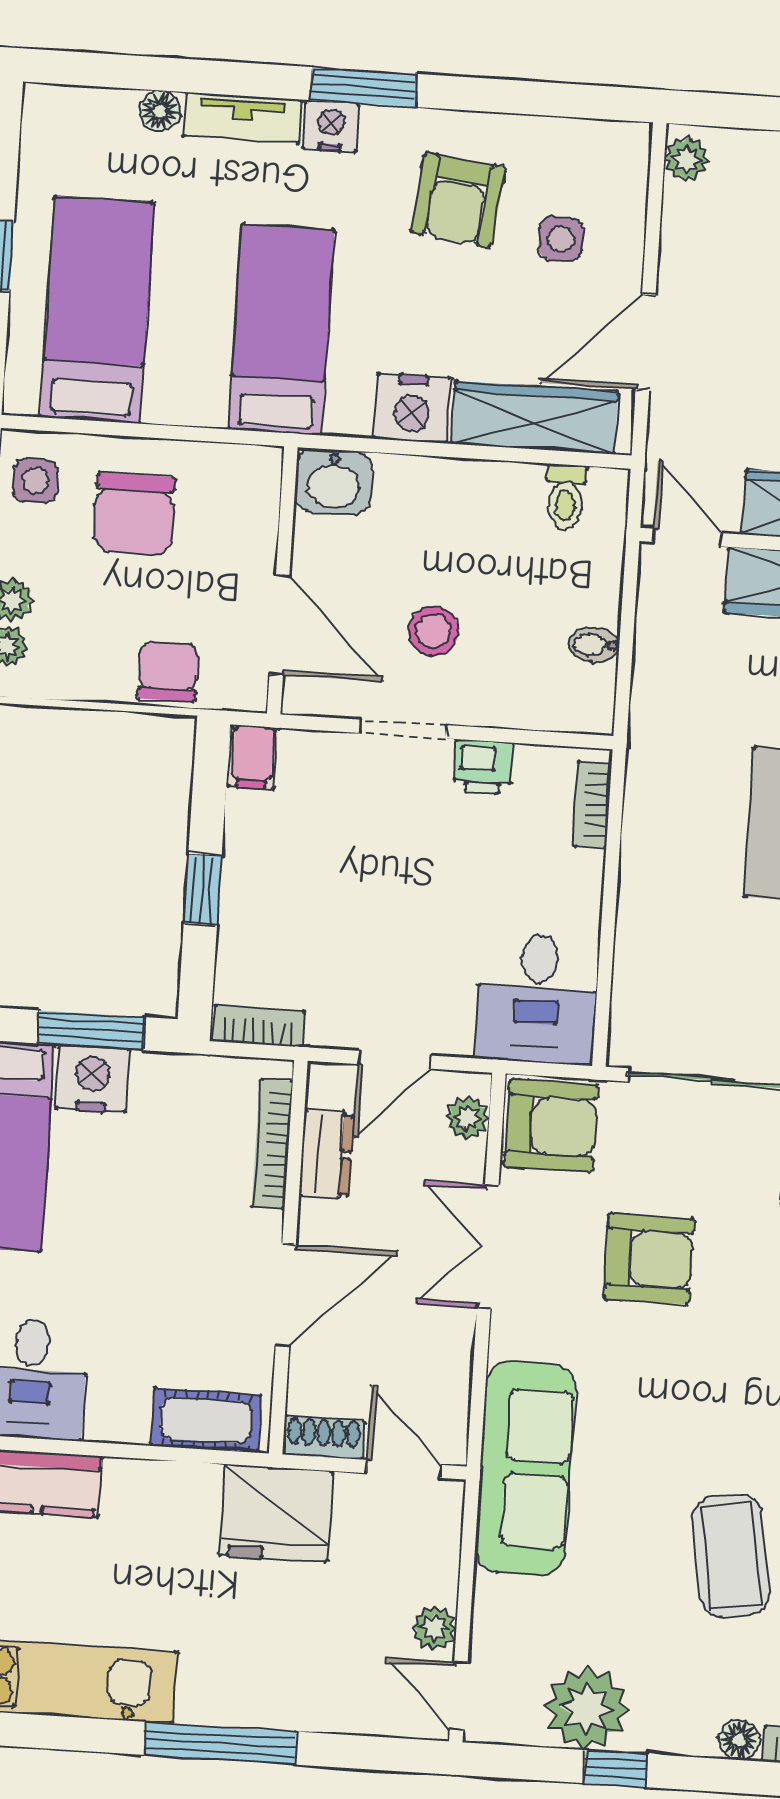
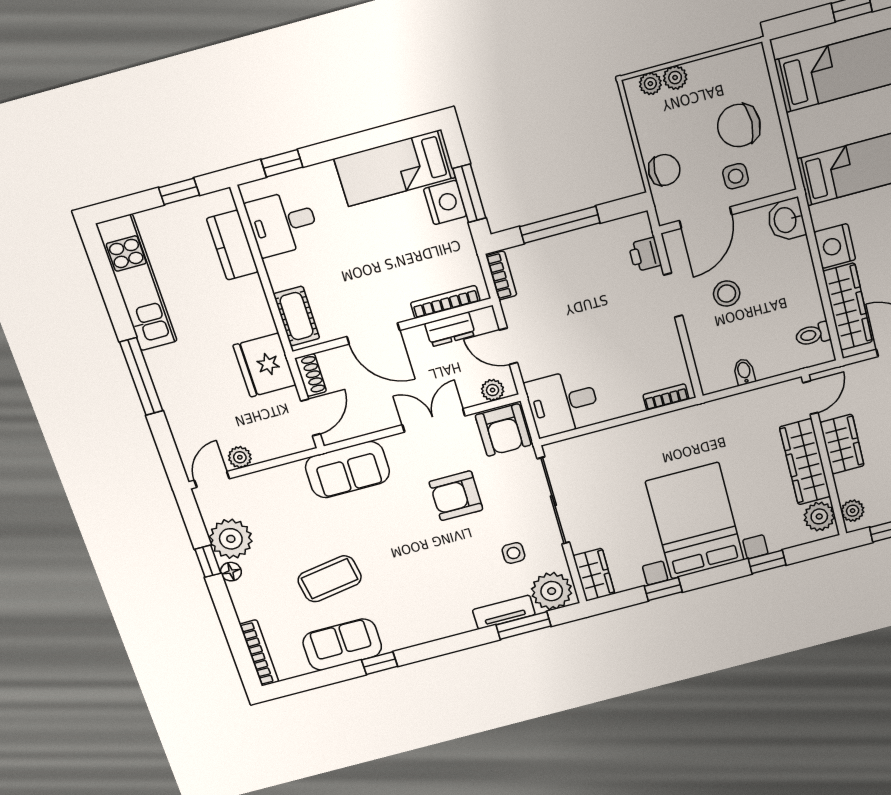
side table: (35, 481) -> (736, 176), moved
filing cabinet: (253, 757) -> (635, 227), removed
printer: (483, 767) -> (645, 254), moved
window: (203, 890) -> (560, 225), width x2.17
armchair: (649, 1259) -> (456, 496), turned 90
sofa: (525, 1468) -> (347, 470), width x0.73
floor lamp: (739, 1740) -> (231, 572), moved

